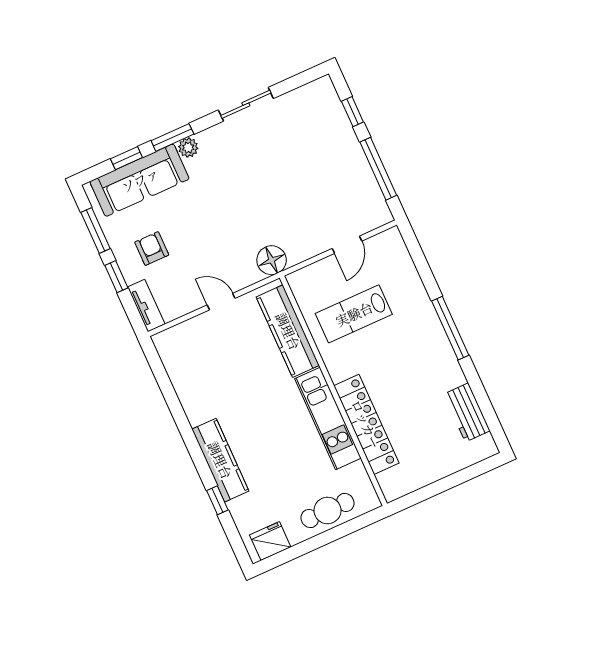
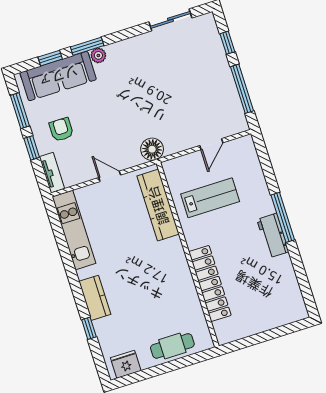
sliding door: (246, 104) -> (170, 20), moved
lab bench: (354, 314) -> (210, 198), turned 180
workbench: (467, 412) -> (273, 236), moved
kitchen unit: (328, 418) -> (74, 230), moved, turned 180
kitchen counter: (220, 460) -> (95, 298), width x0.67

